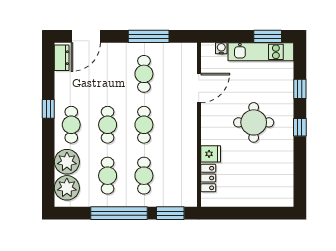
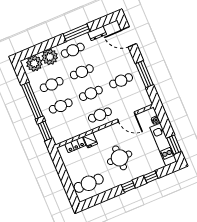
dresser: (62, 58) -> (97, 33), moved
window: (48, 109) -> (76, 33), width x2.17
cafe table: (180, 125) -> (100, 115), added
cafe table: (271, 182) -> (89, 183), added

